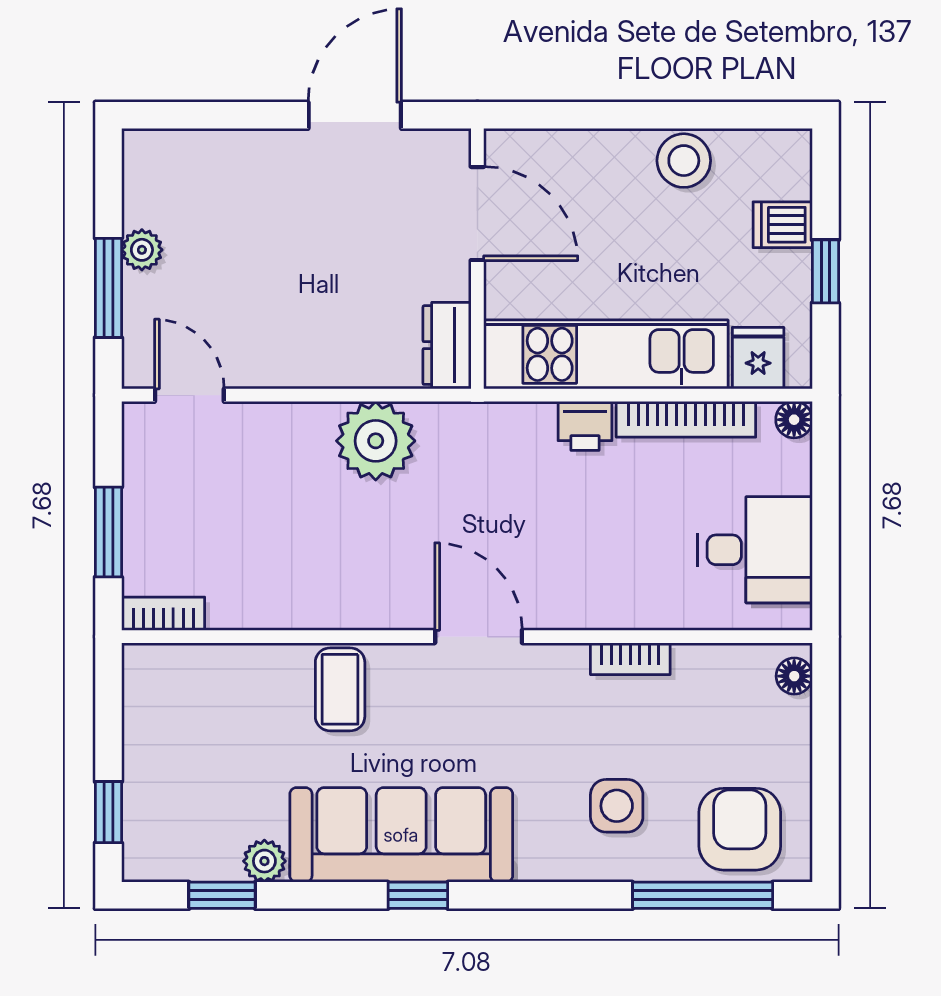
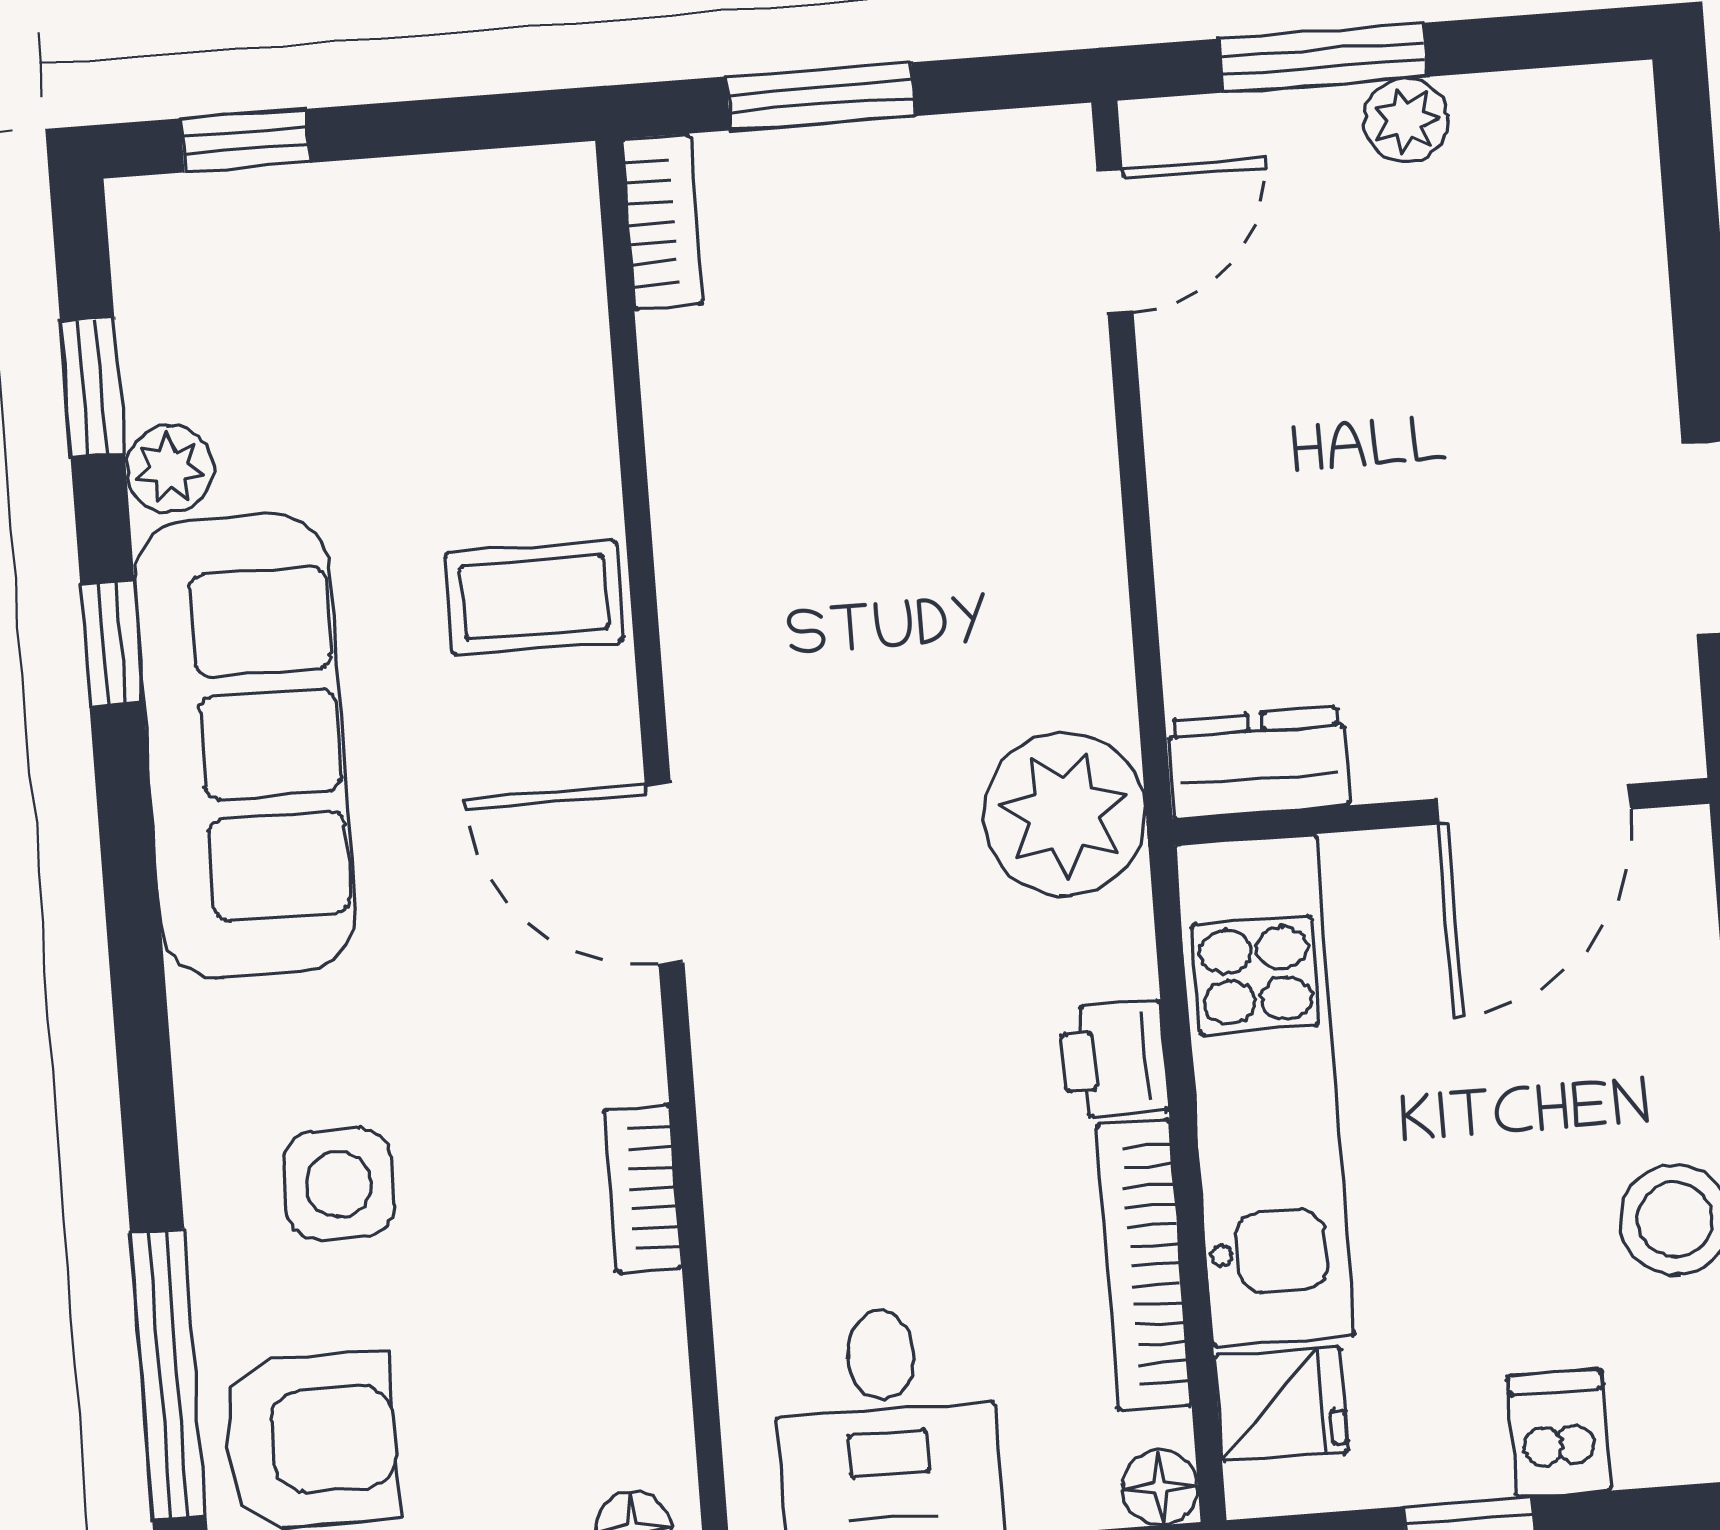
plant: (376, 441) -> (1065, 814), moved
door: (479, 637) -> (665, 874), swing flipped
window: (418, 895) -> (112, 643), moved

